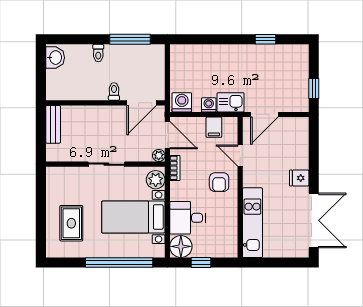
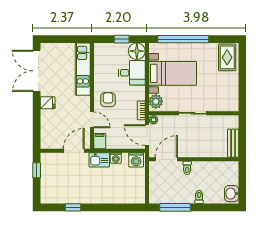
filing cabinet: (214, 127) -> (100, 141), moved
rug: (71, 223) -> (227, 57), moved

